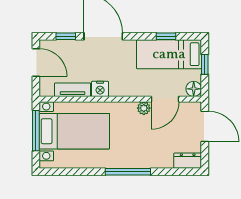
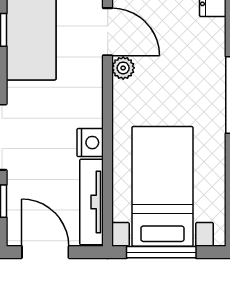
door: (36, 63) -> (45, 252), hinge flipped
tv unit: (73, 90) -> (92, 202), width x1.41

